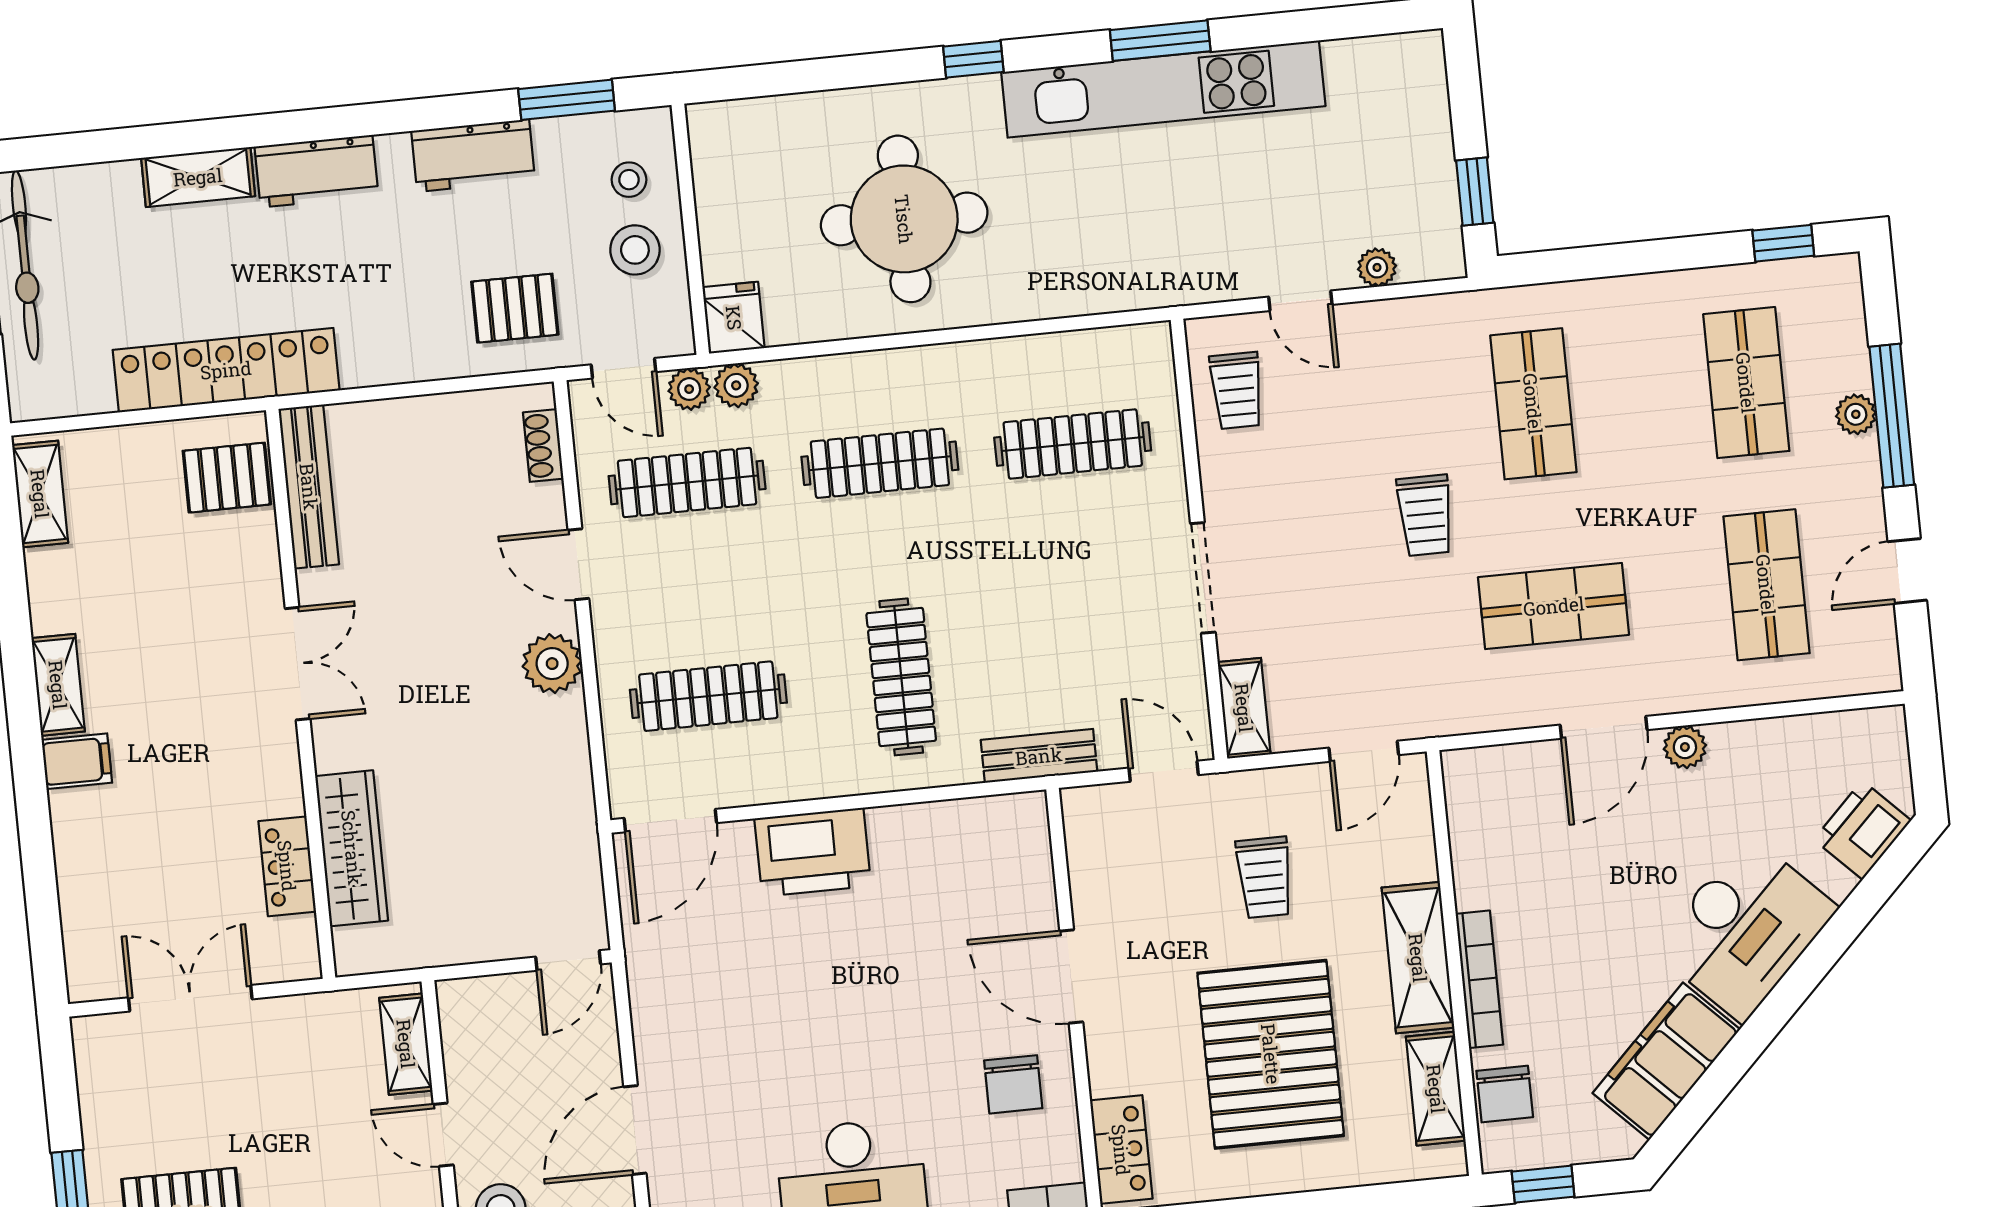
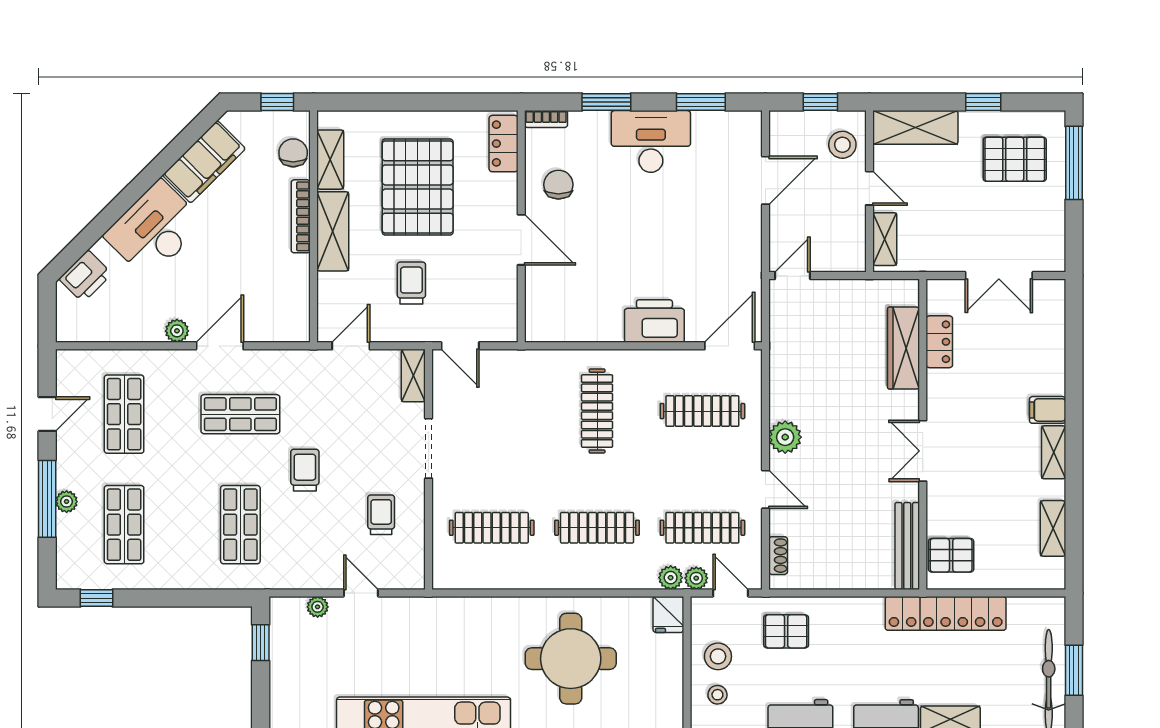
trolley: (1237, 391) -> (381, 515), moved
shelving: (40, 494) -> (1053, 528), moved
bench: (1039, 756) -> (527, 361), removed

